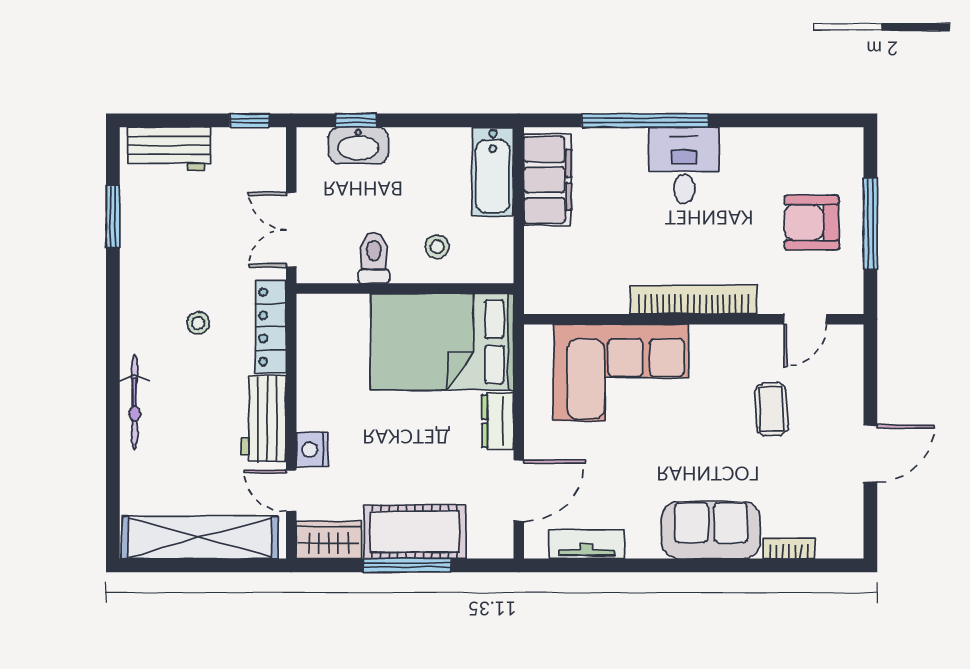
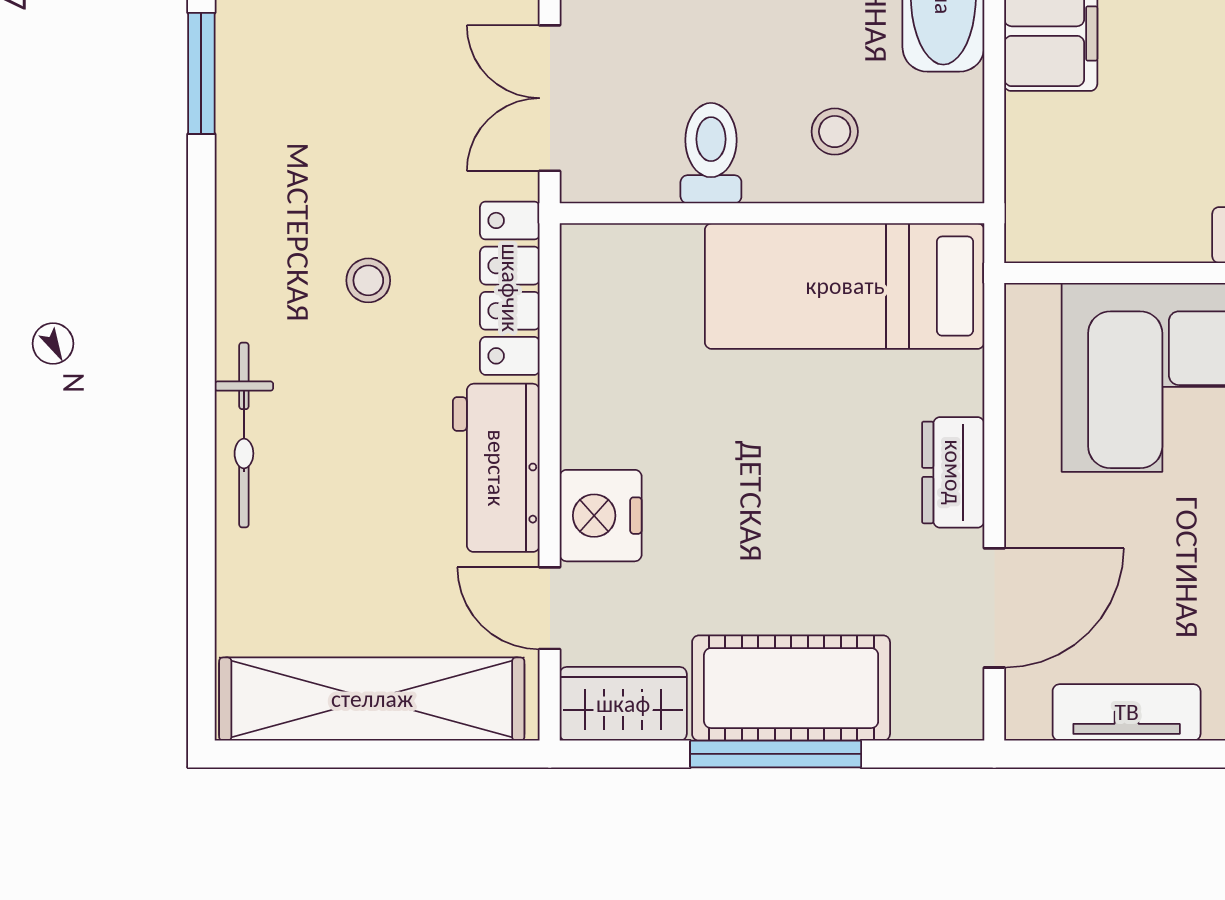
bed: (442, 342) -> (845, 286), width x0.67
nightstand: (312, 450) -> (601, 516), width x1.36, depth x1.33

